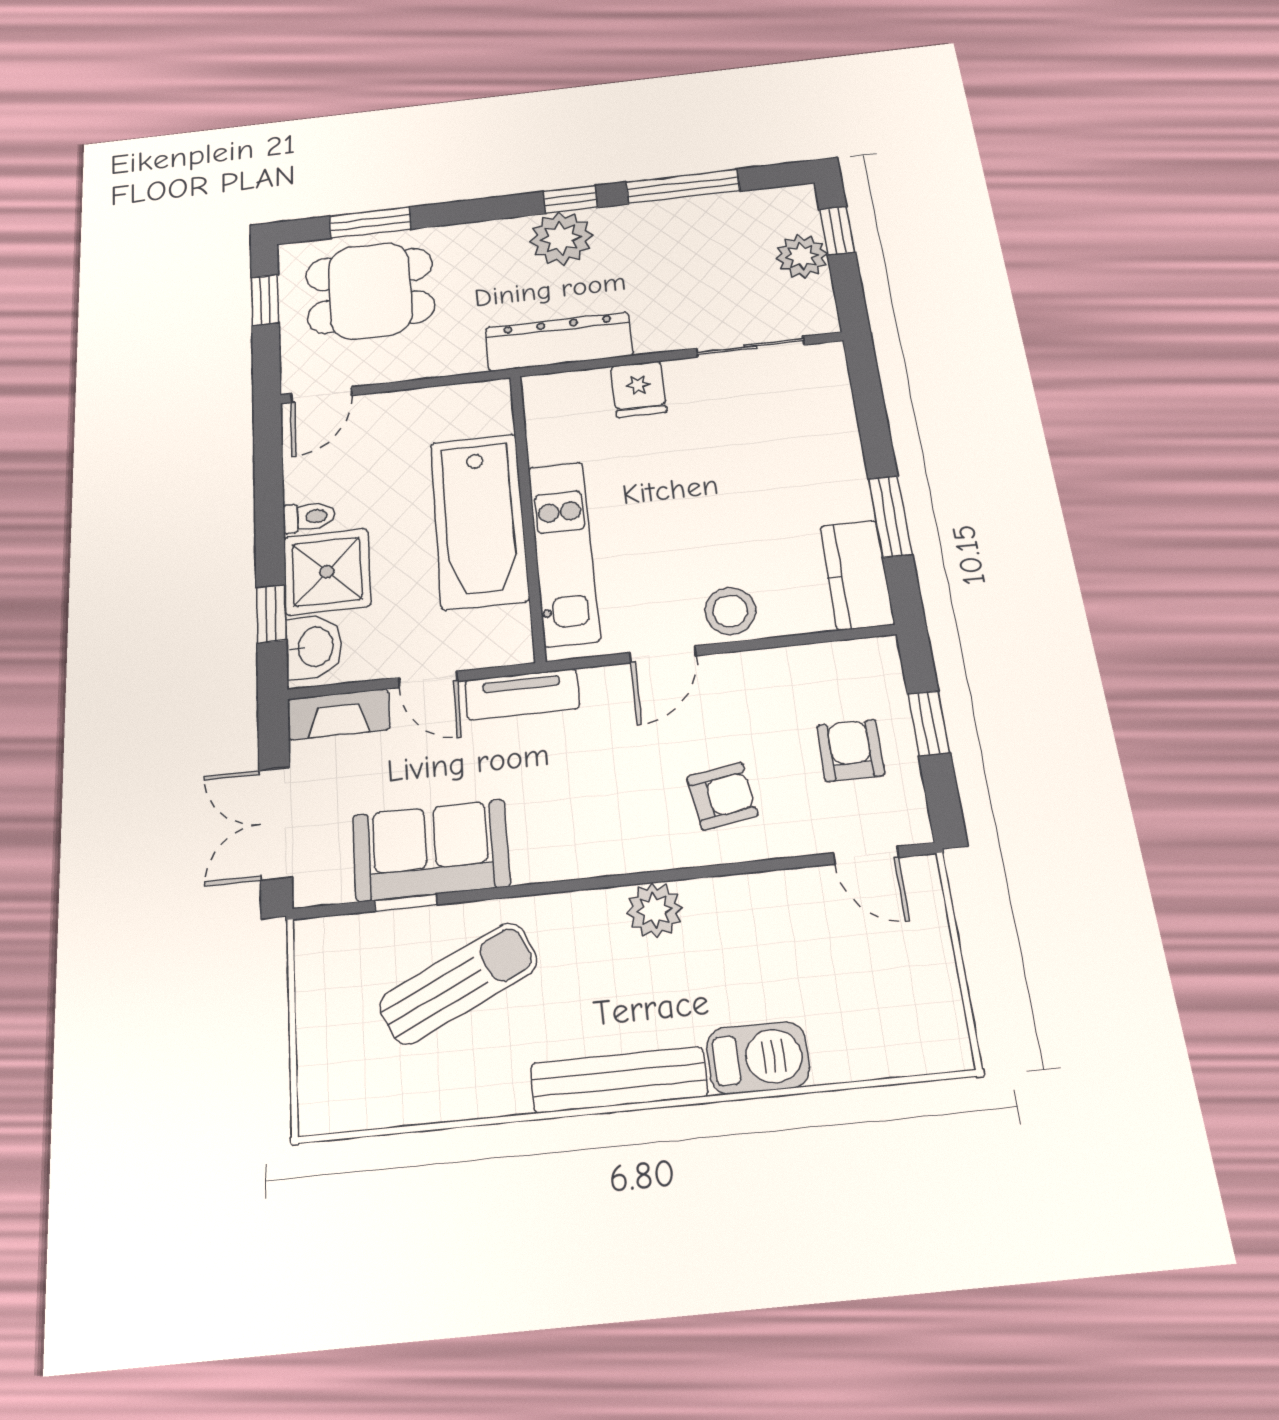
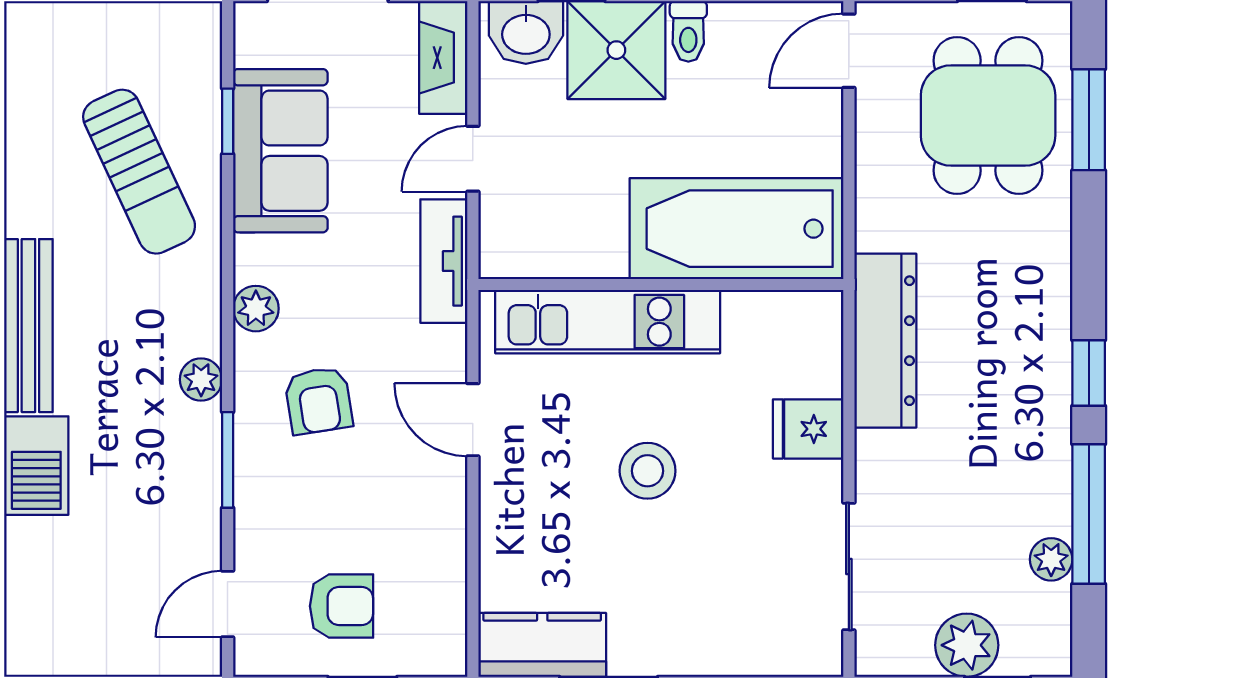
plant: (561, 238) -> (1051, 559), moved, width x0.53, depth x0.53
door: (321, 395) -> (849, 51), hinge flipped
bathtub: (479, 521) -> (736, 229), moved
stool: (730, 611) -> (648, 471), moved
armchair: (722, 796) -> (319, 401), moved
plant: (581, 858) -> (256, 309), added
window: (728, 869) -> (228, 460), added
plant: (655, 910) -> (201, 380), width x0.73, depth x0.73

